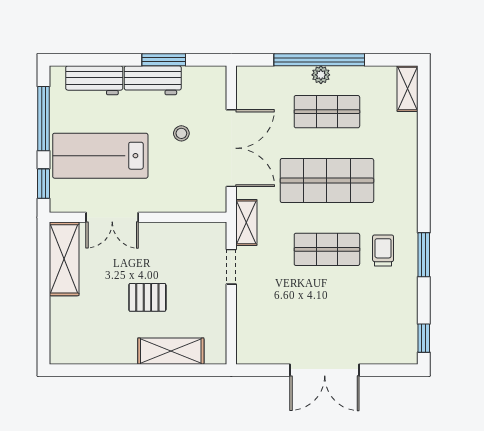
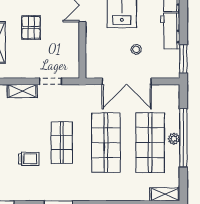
window: (164, 60) -> (183, 59), moved
shop shelf: (327, 112) -> (150, 143), width x1.43, depth x1.36
shelving: (246, 222) -> (22, 91), moved
trolley: (383, 250) -> (29, 159), moved

